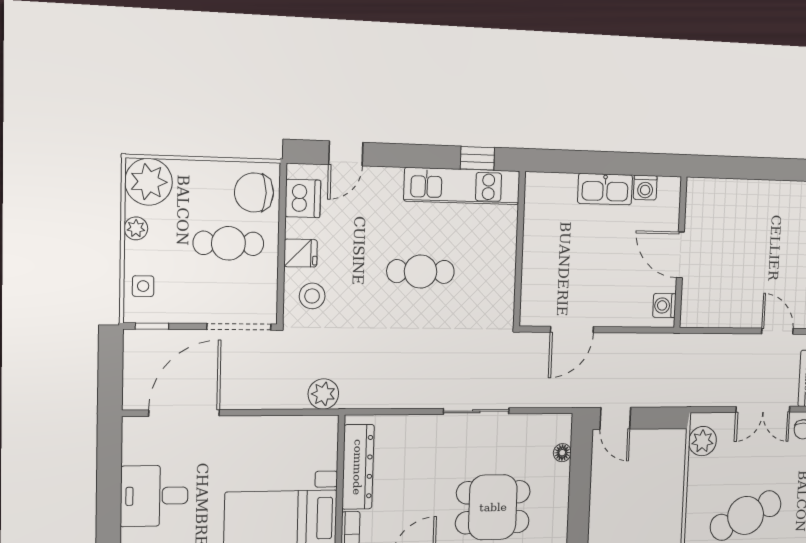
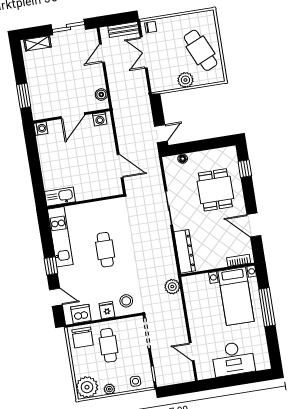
window: (477, 158) -> (51, 266), moved
window: (734, 168) -> (24, 96), added
washing machine: (645, 188) -> (41, 128), moved
kitchen sink: (605, 189) -> (60, 197), moved, turned -90
boiler: (707, 317) -> (101, 94), added
double door: (763, 409) -> (144, 53), swing flipped
door: (184, 413) -> (192, 352), width x0.53
plant: (703, 441) -> (185, 80), moved
dresser: (358, 467) -> (185, 251), moved, turned 90
desk: (154, 496) -> (233, 359), width x1.37

